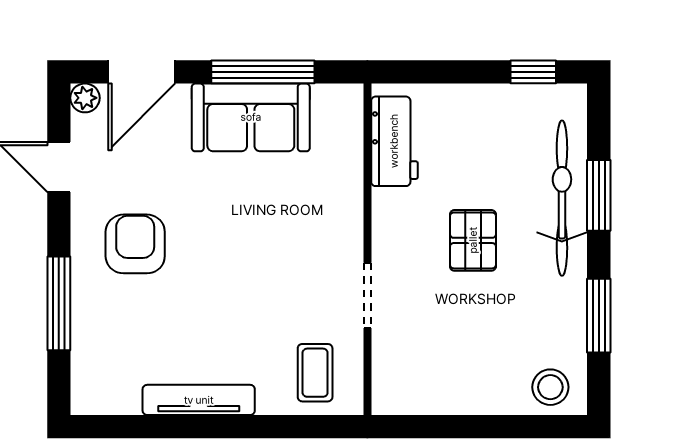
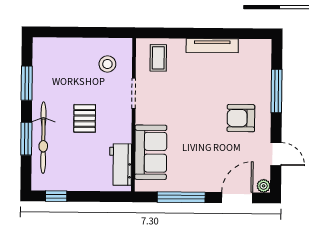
sofa: (251, 117) -> (151, 152), moved, turned 90
armchair: (135, 244) -> (241, 118), turned 90
stool: (550, 387) -> (107, 64), moved

